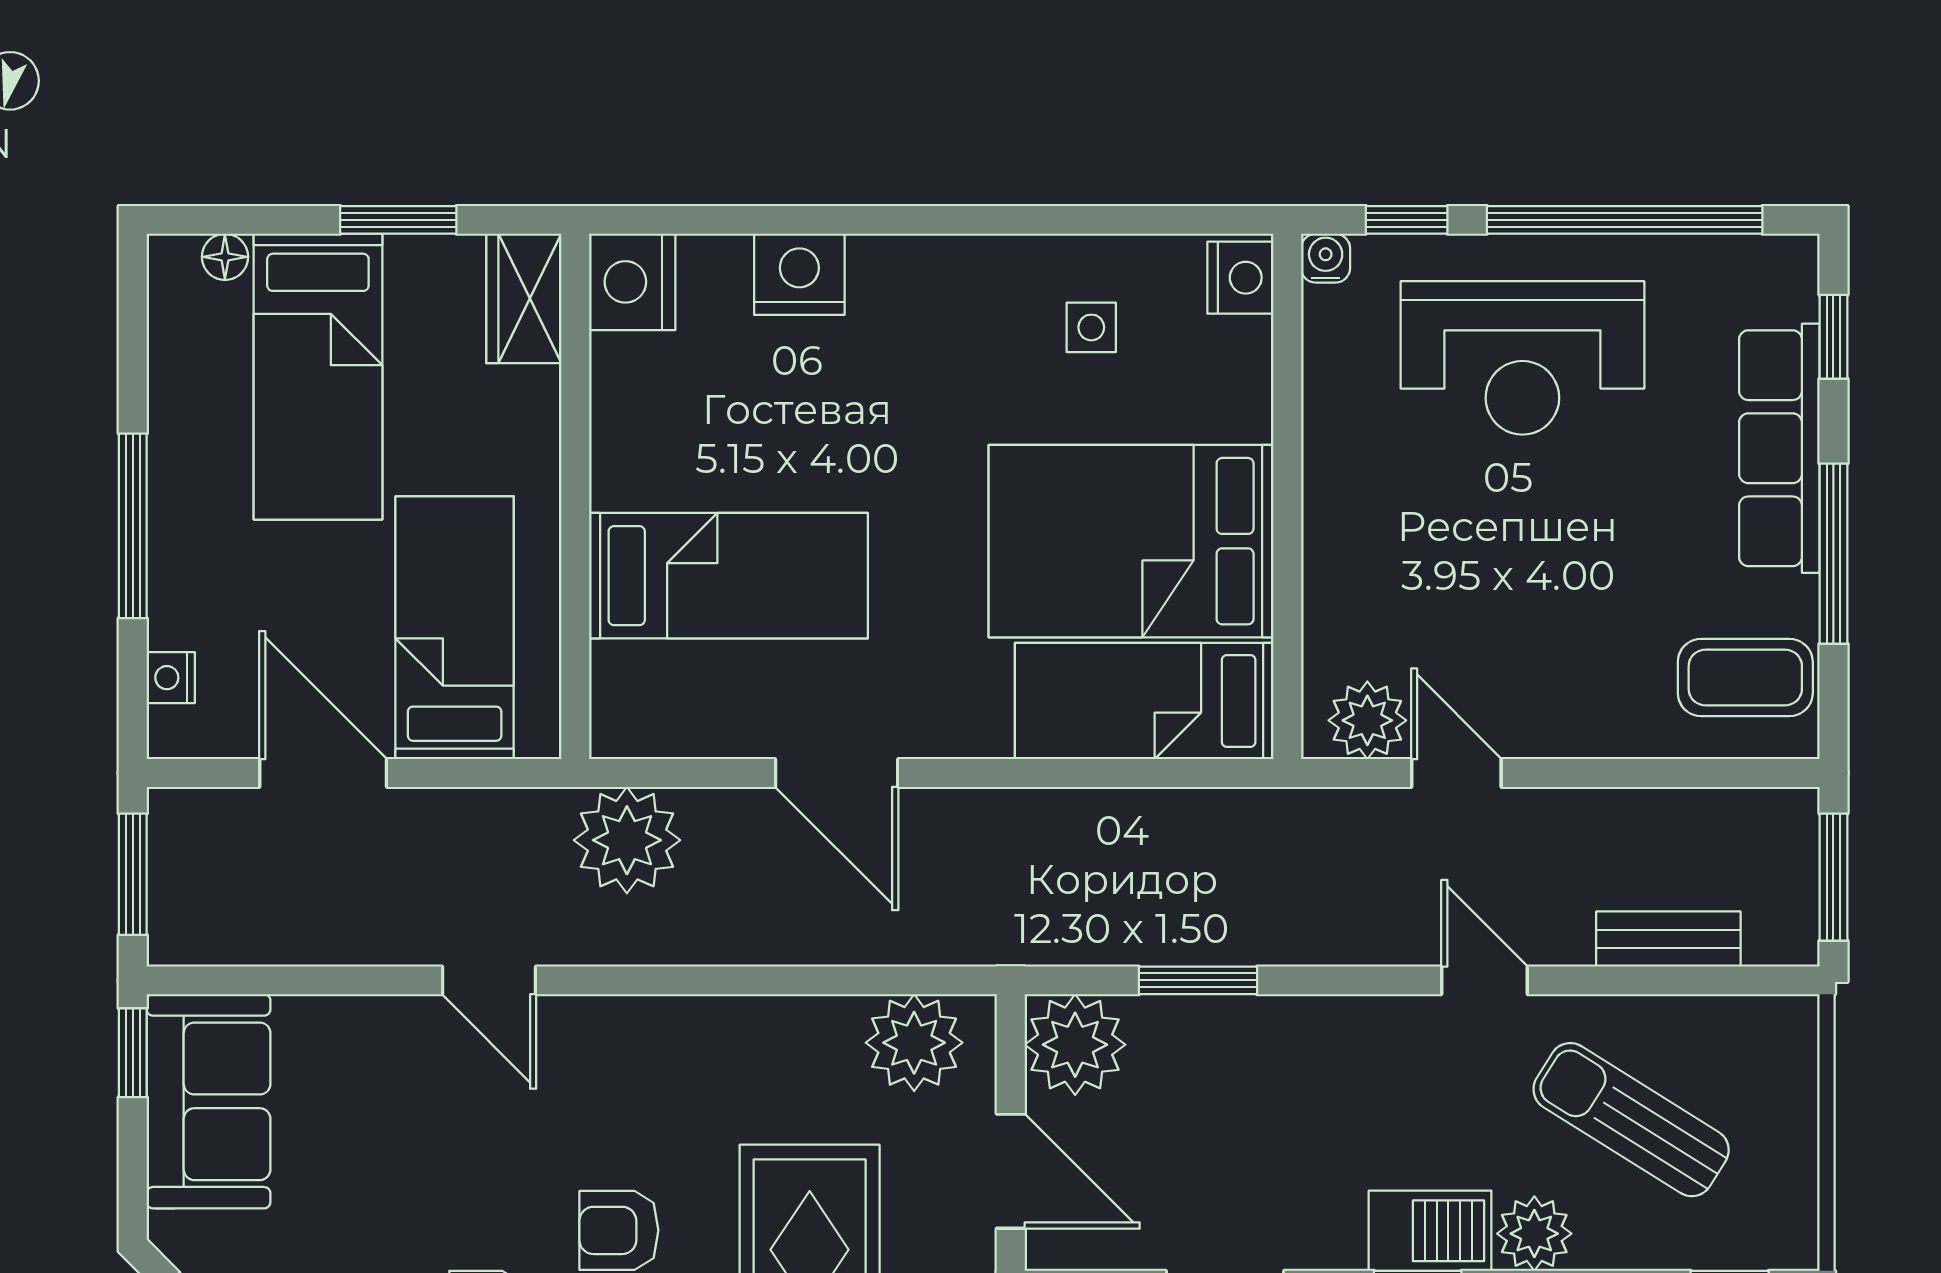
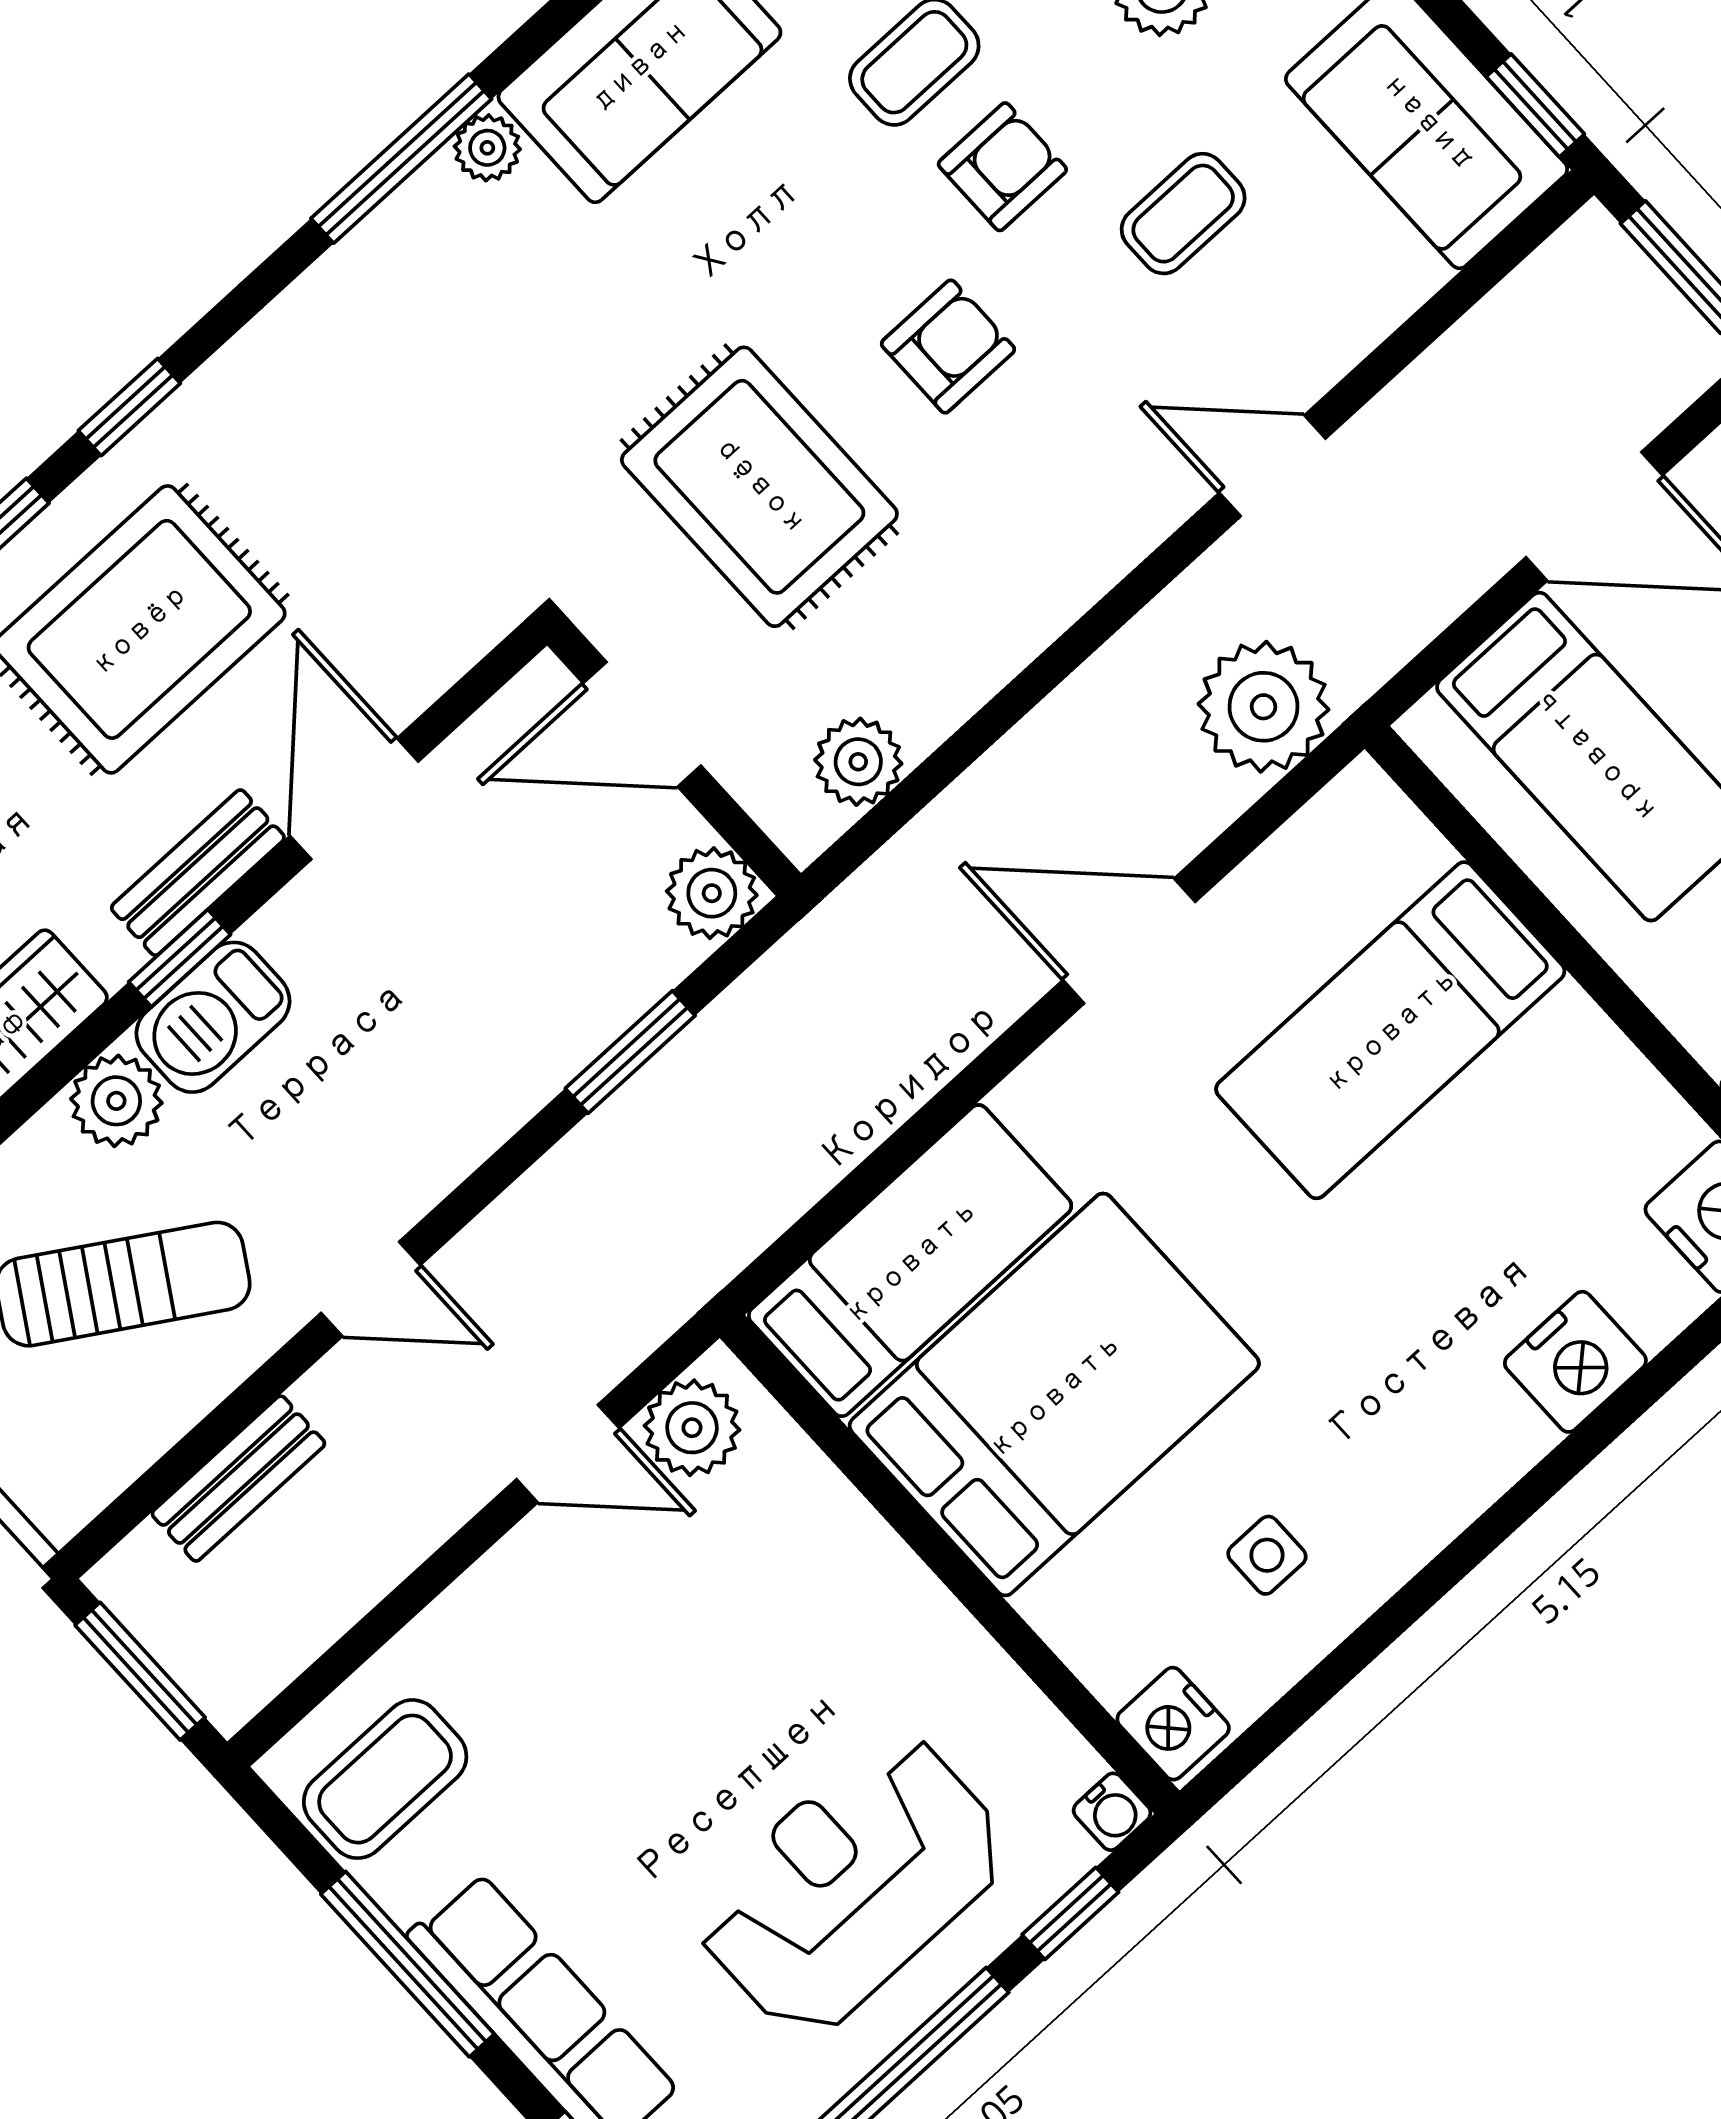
plant: (914, 1043) -> (858, 762), width x0.73, depth x0.73
plant: (1075, 1045) -> (712, 893), width x0.73, depth x0.73
coffee table: (404, 1181) -> (1183, 214), added

